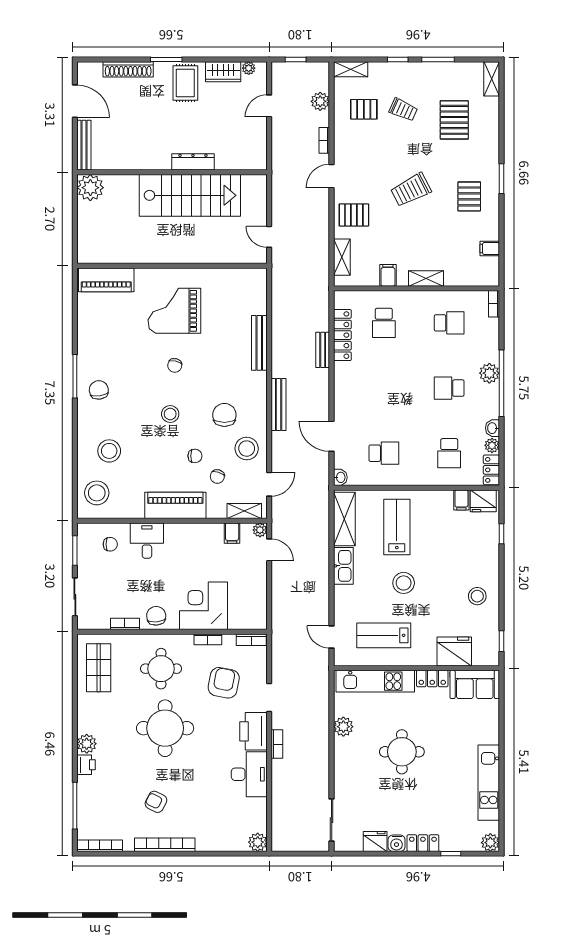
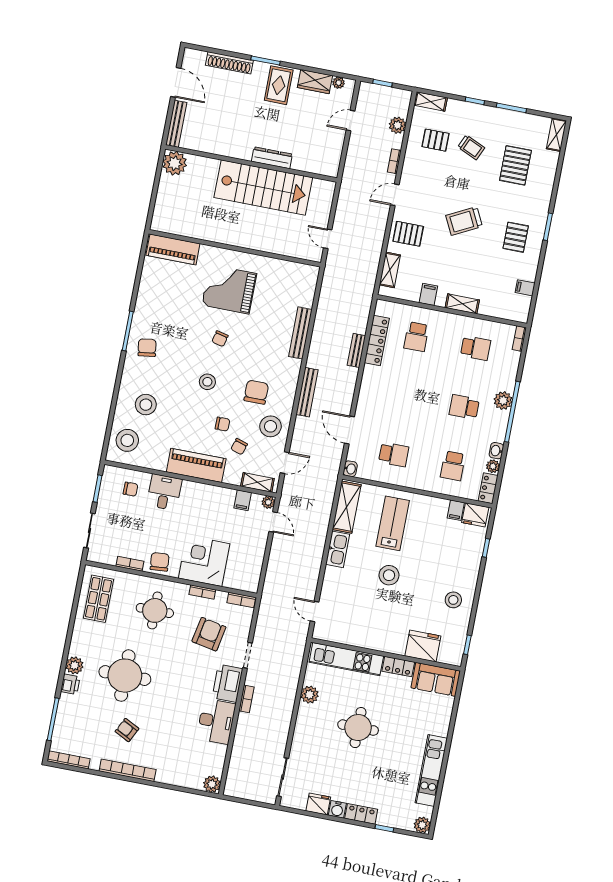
lab bench: (384, 635) -> (362, 619), removed
round table: (165, 728) -> (125, 676), moved

